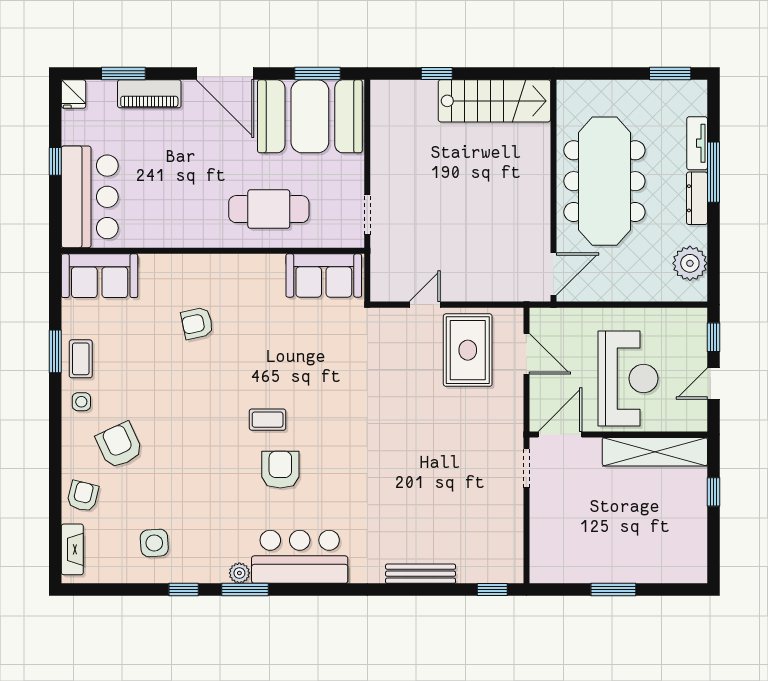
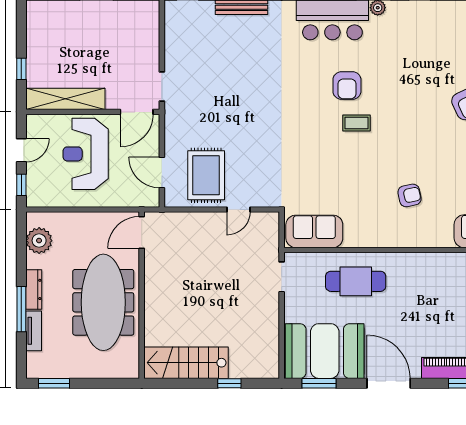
side table: (154, 543) -> (442, 30), removed

